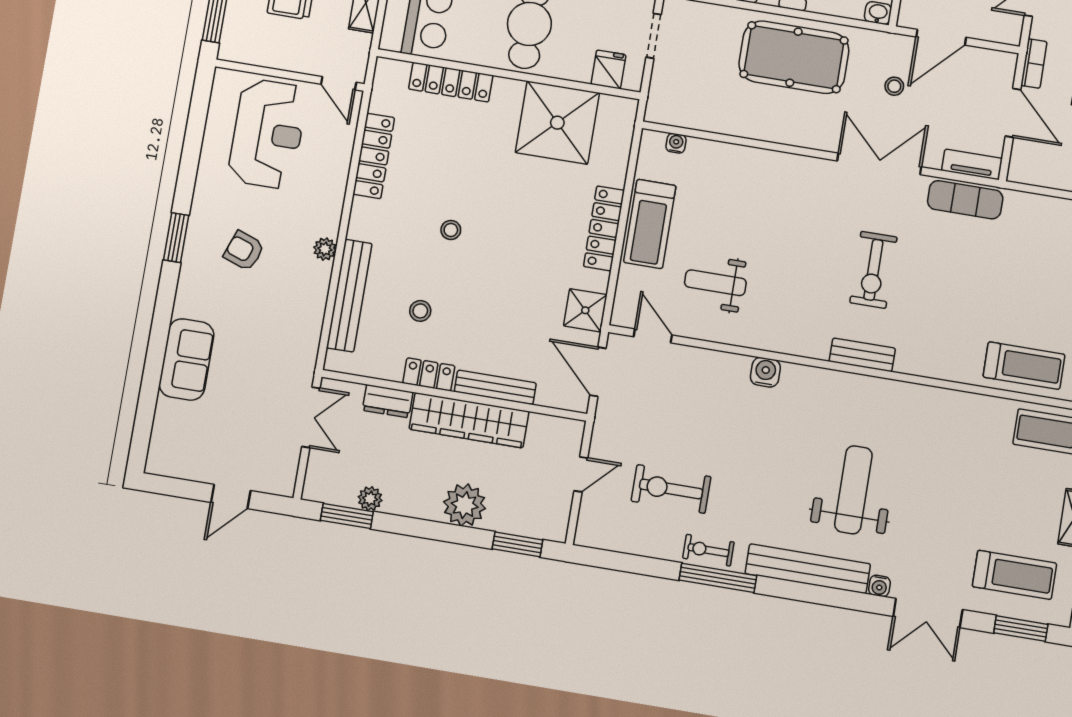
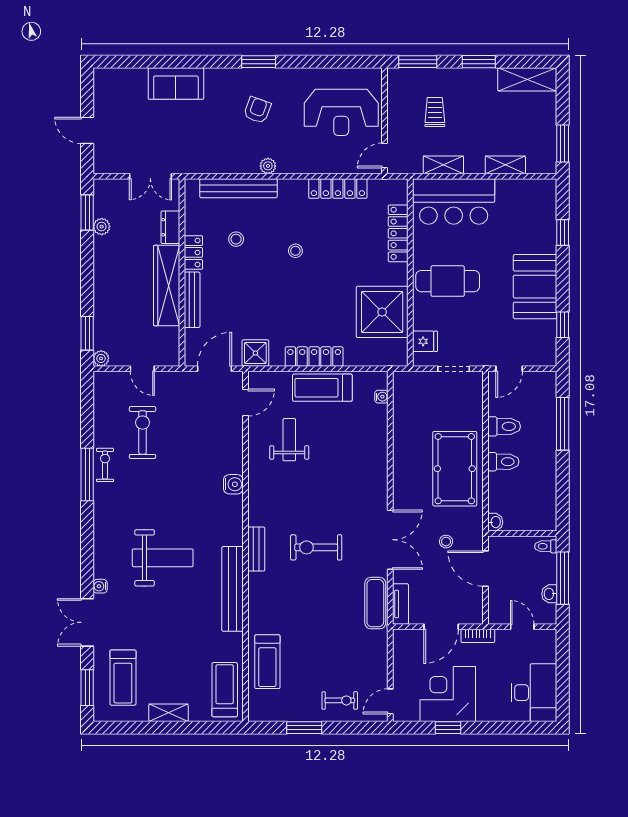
plant: (465, 505) -> (101, 358), moved, width x0.53, depth x0.53
bench: (808, 569) -> (233, 589), moved

